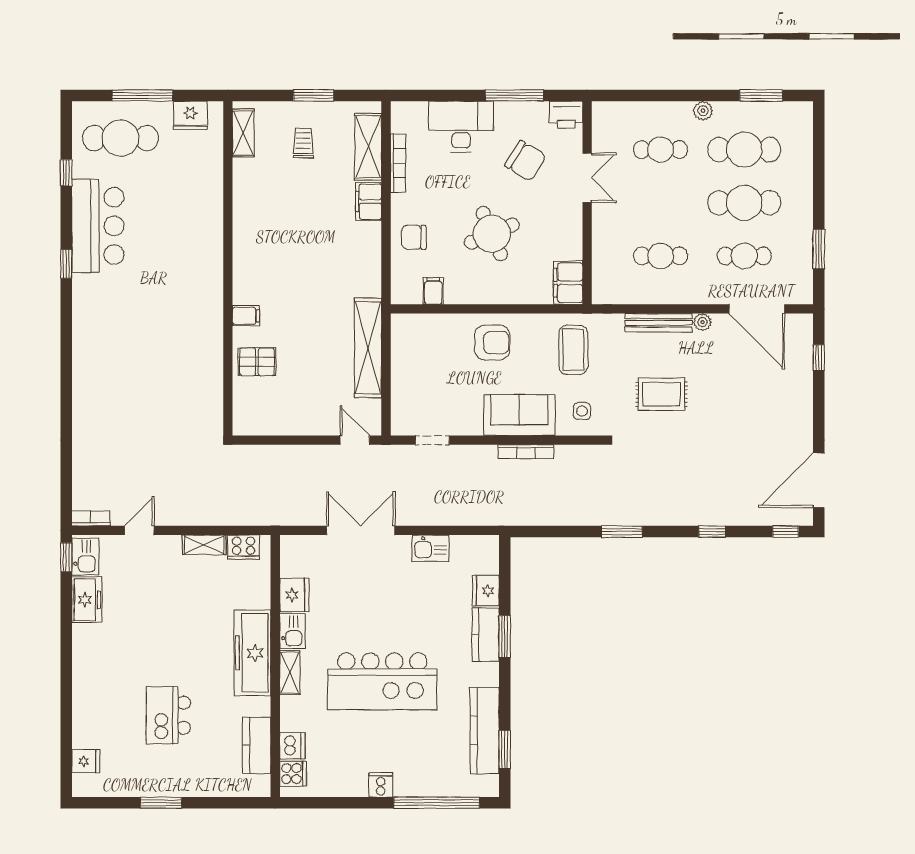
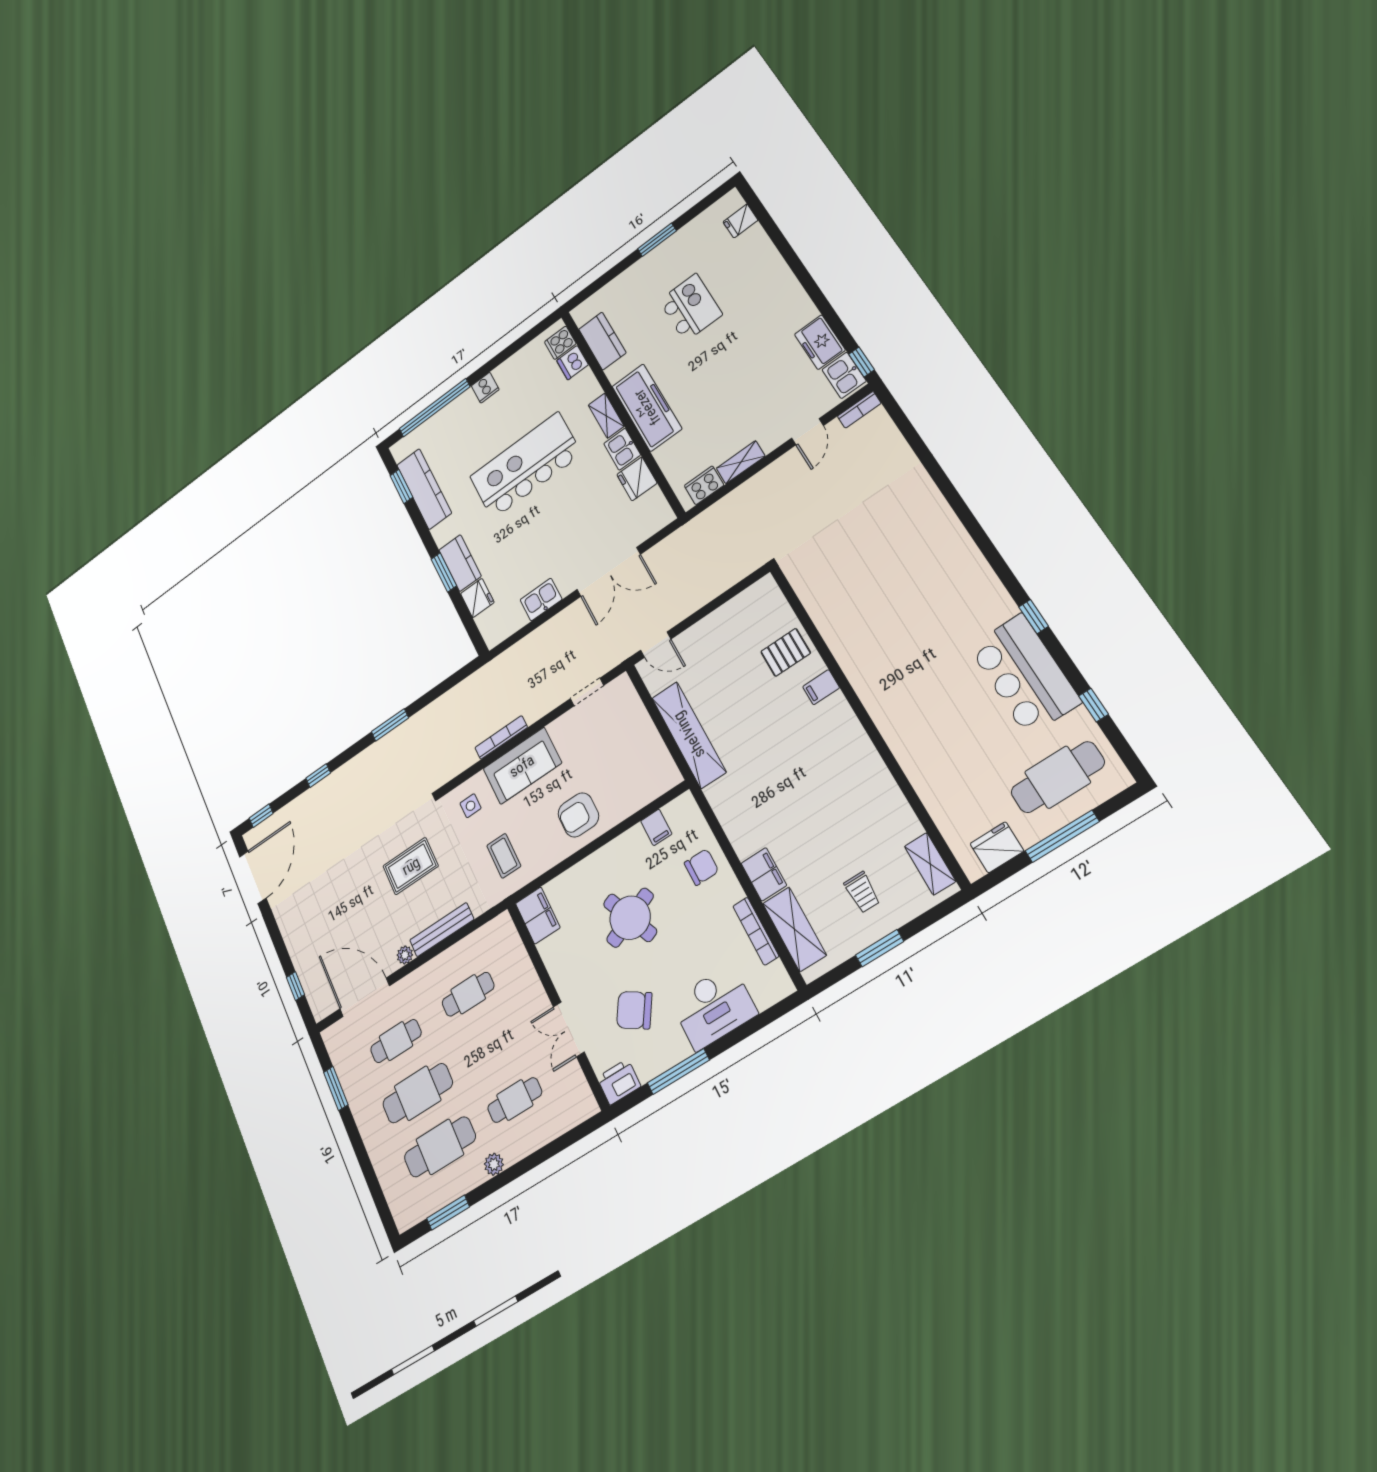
coffee table: (573, 350) -> (504, 856), width x0.73, depth x0.77

